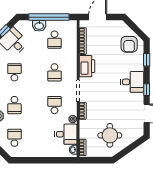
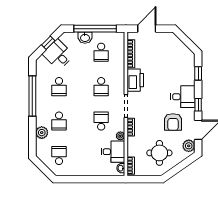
armchair: (129, 44) -> (173, 122), moved
school desk: (14, 72) -> (59, 87), turned 180
plant: (138, 129) -> (189, 146), added

